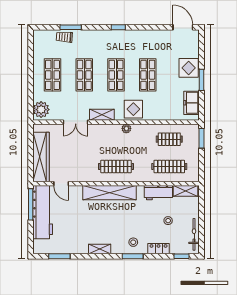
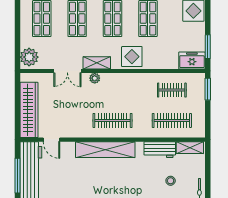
window: (201, 80) -> (208, 47), moved
freezer: (191, 103) -> (192, 60), moved, turned 90
plant: (126, 128) -> (95, 78), moved
window: (31, 204) -> (17, 176), moved

